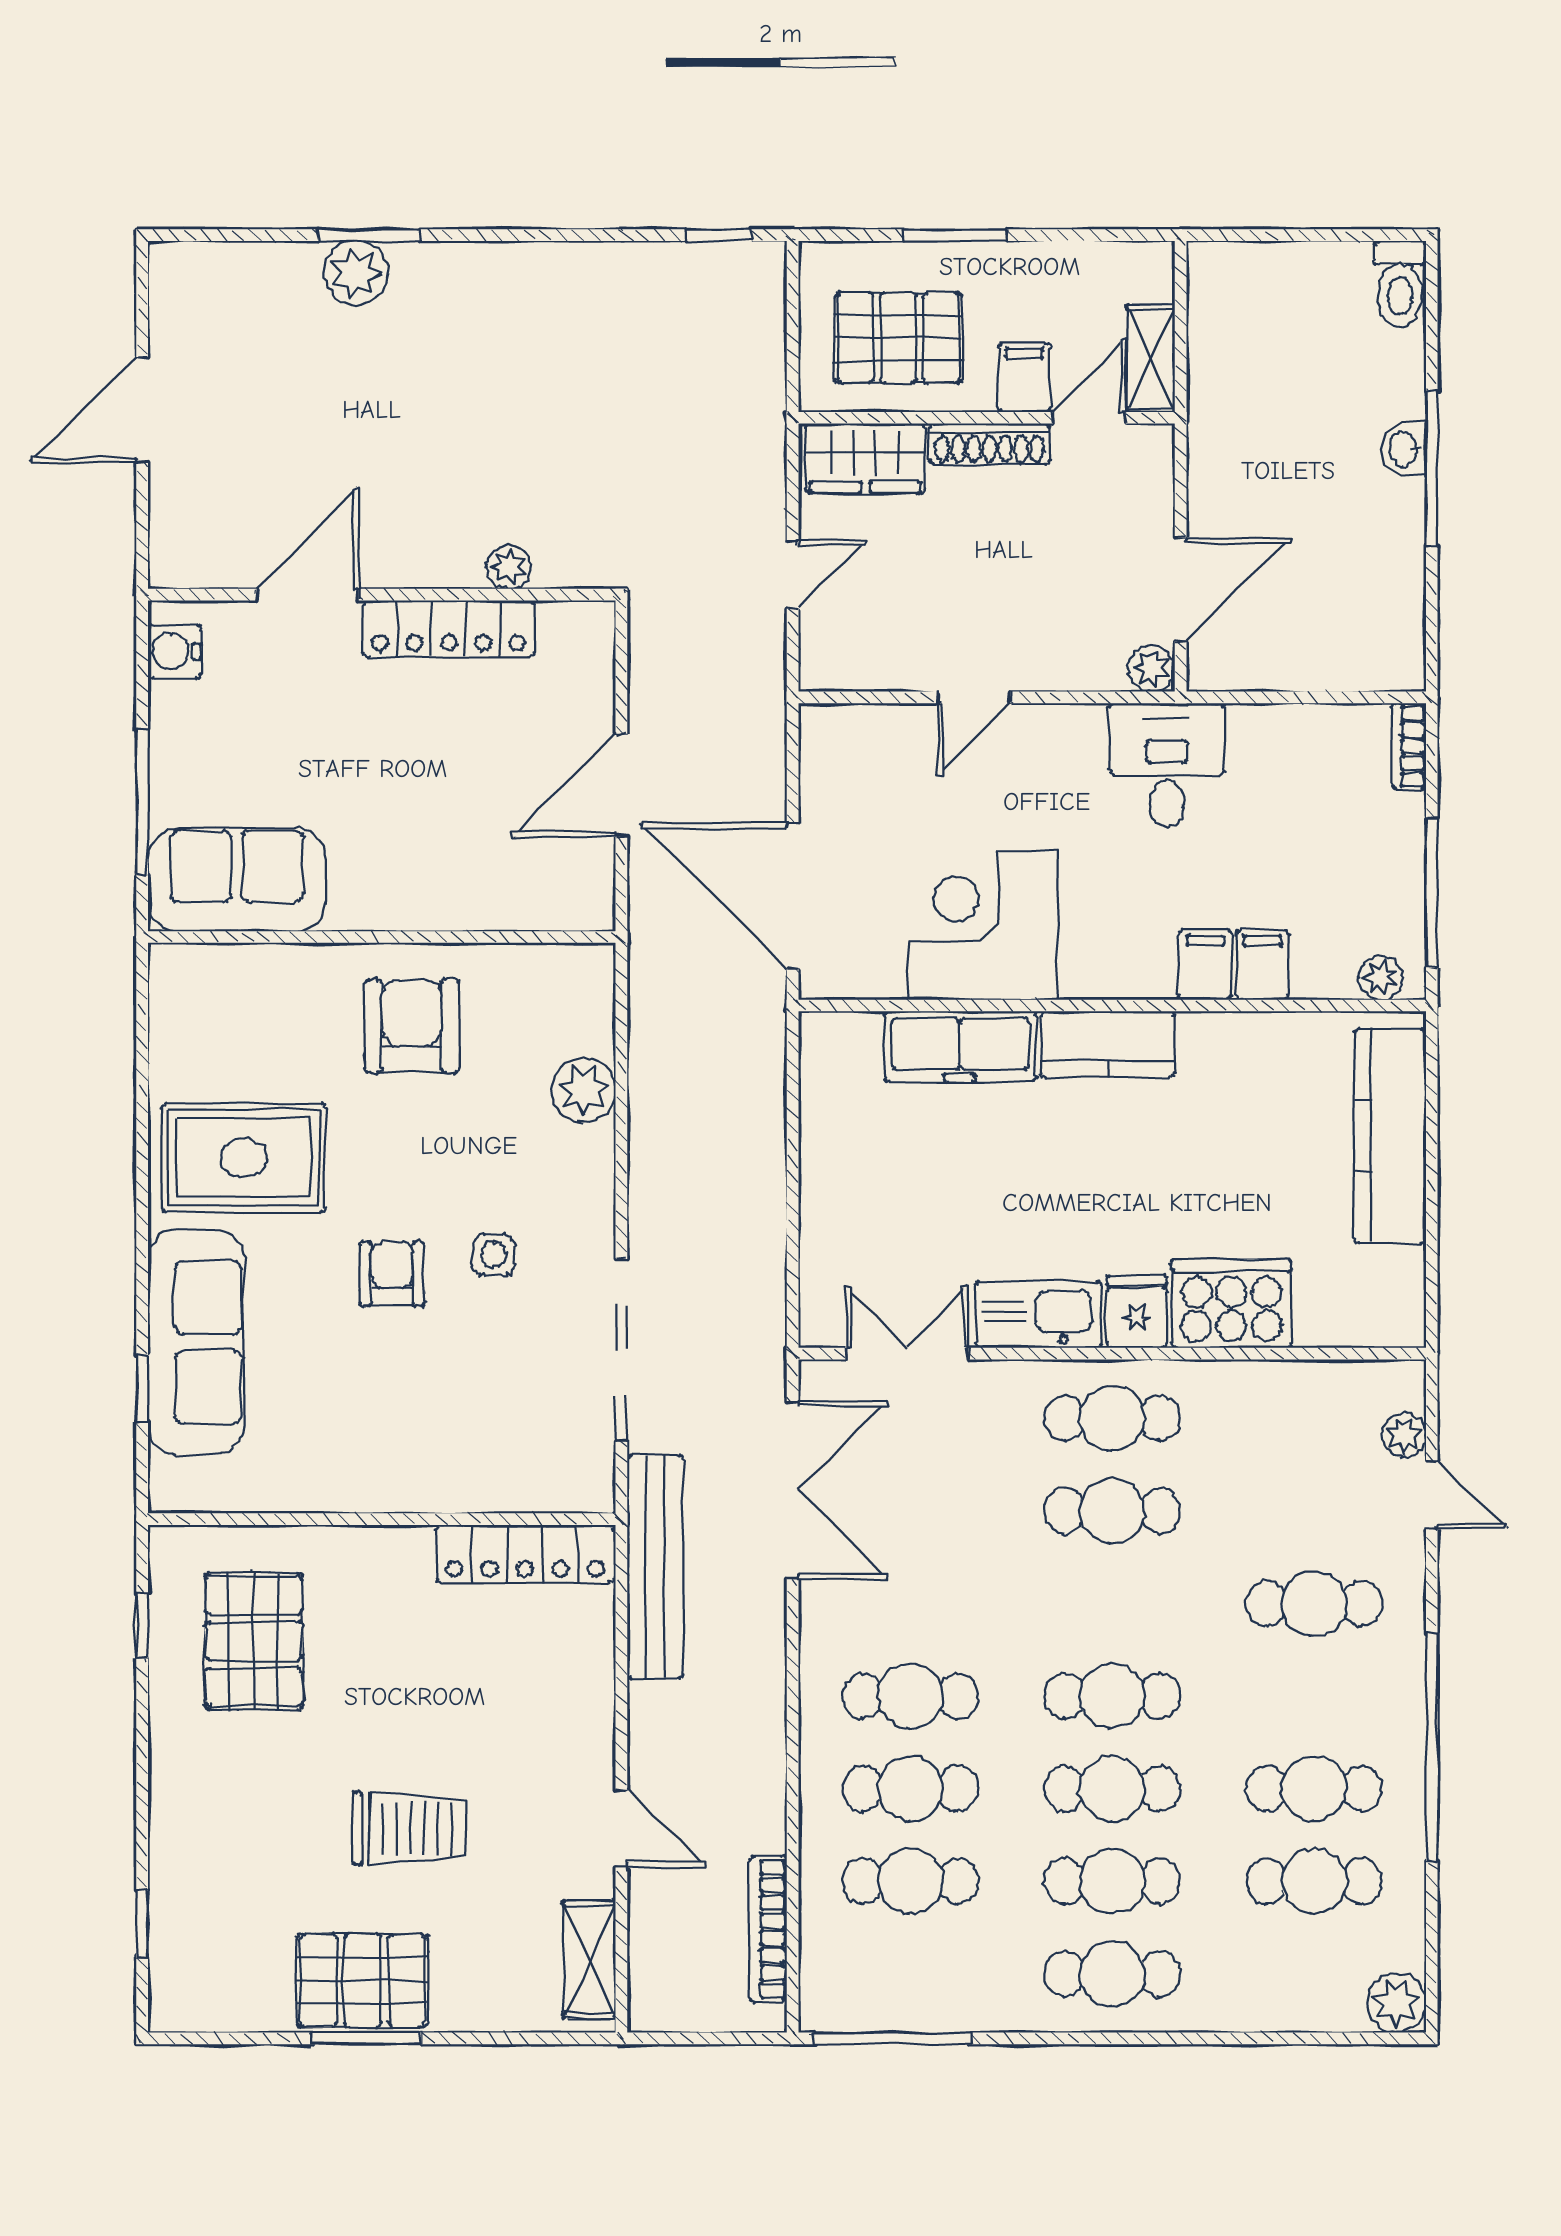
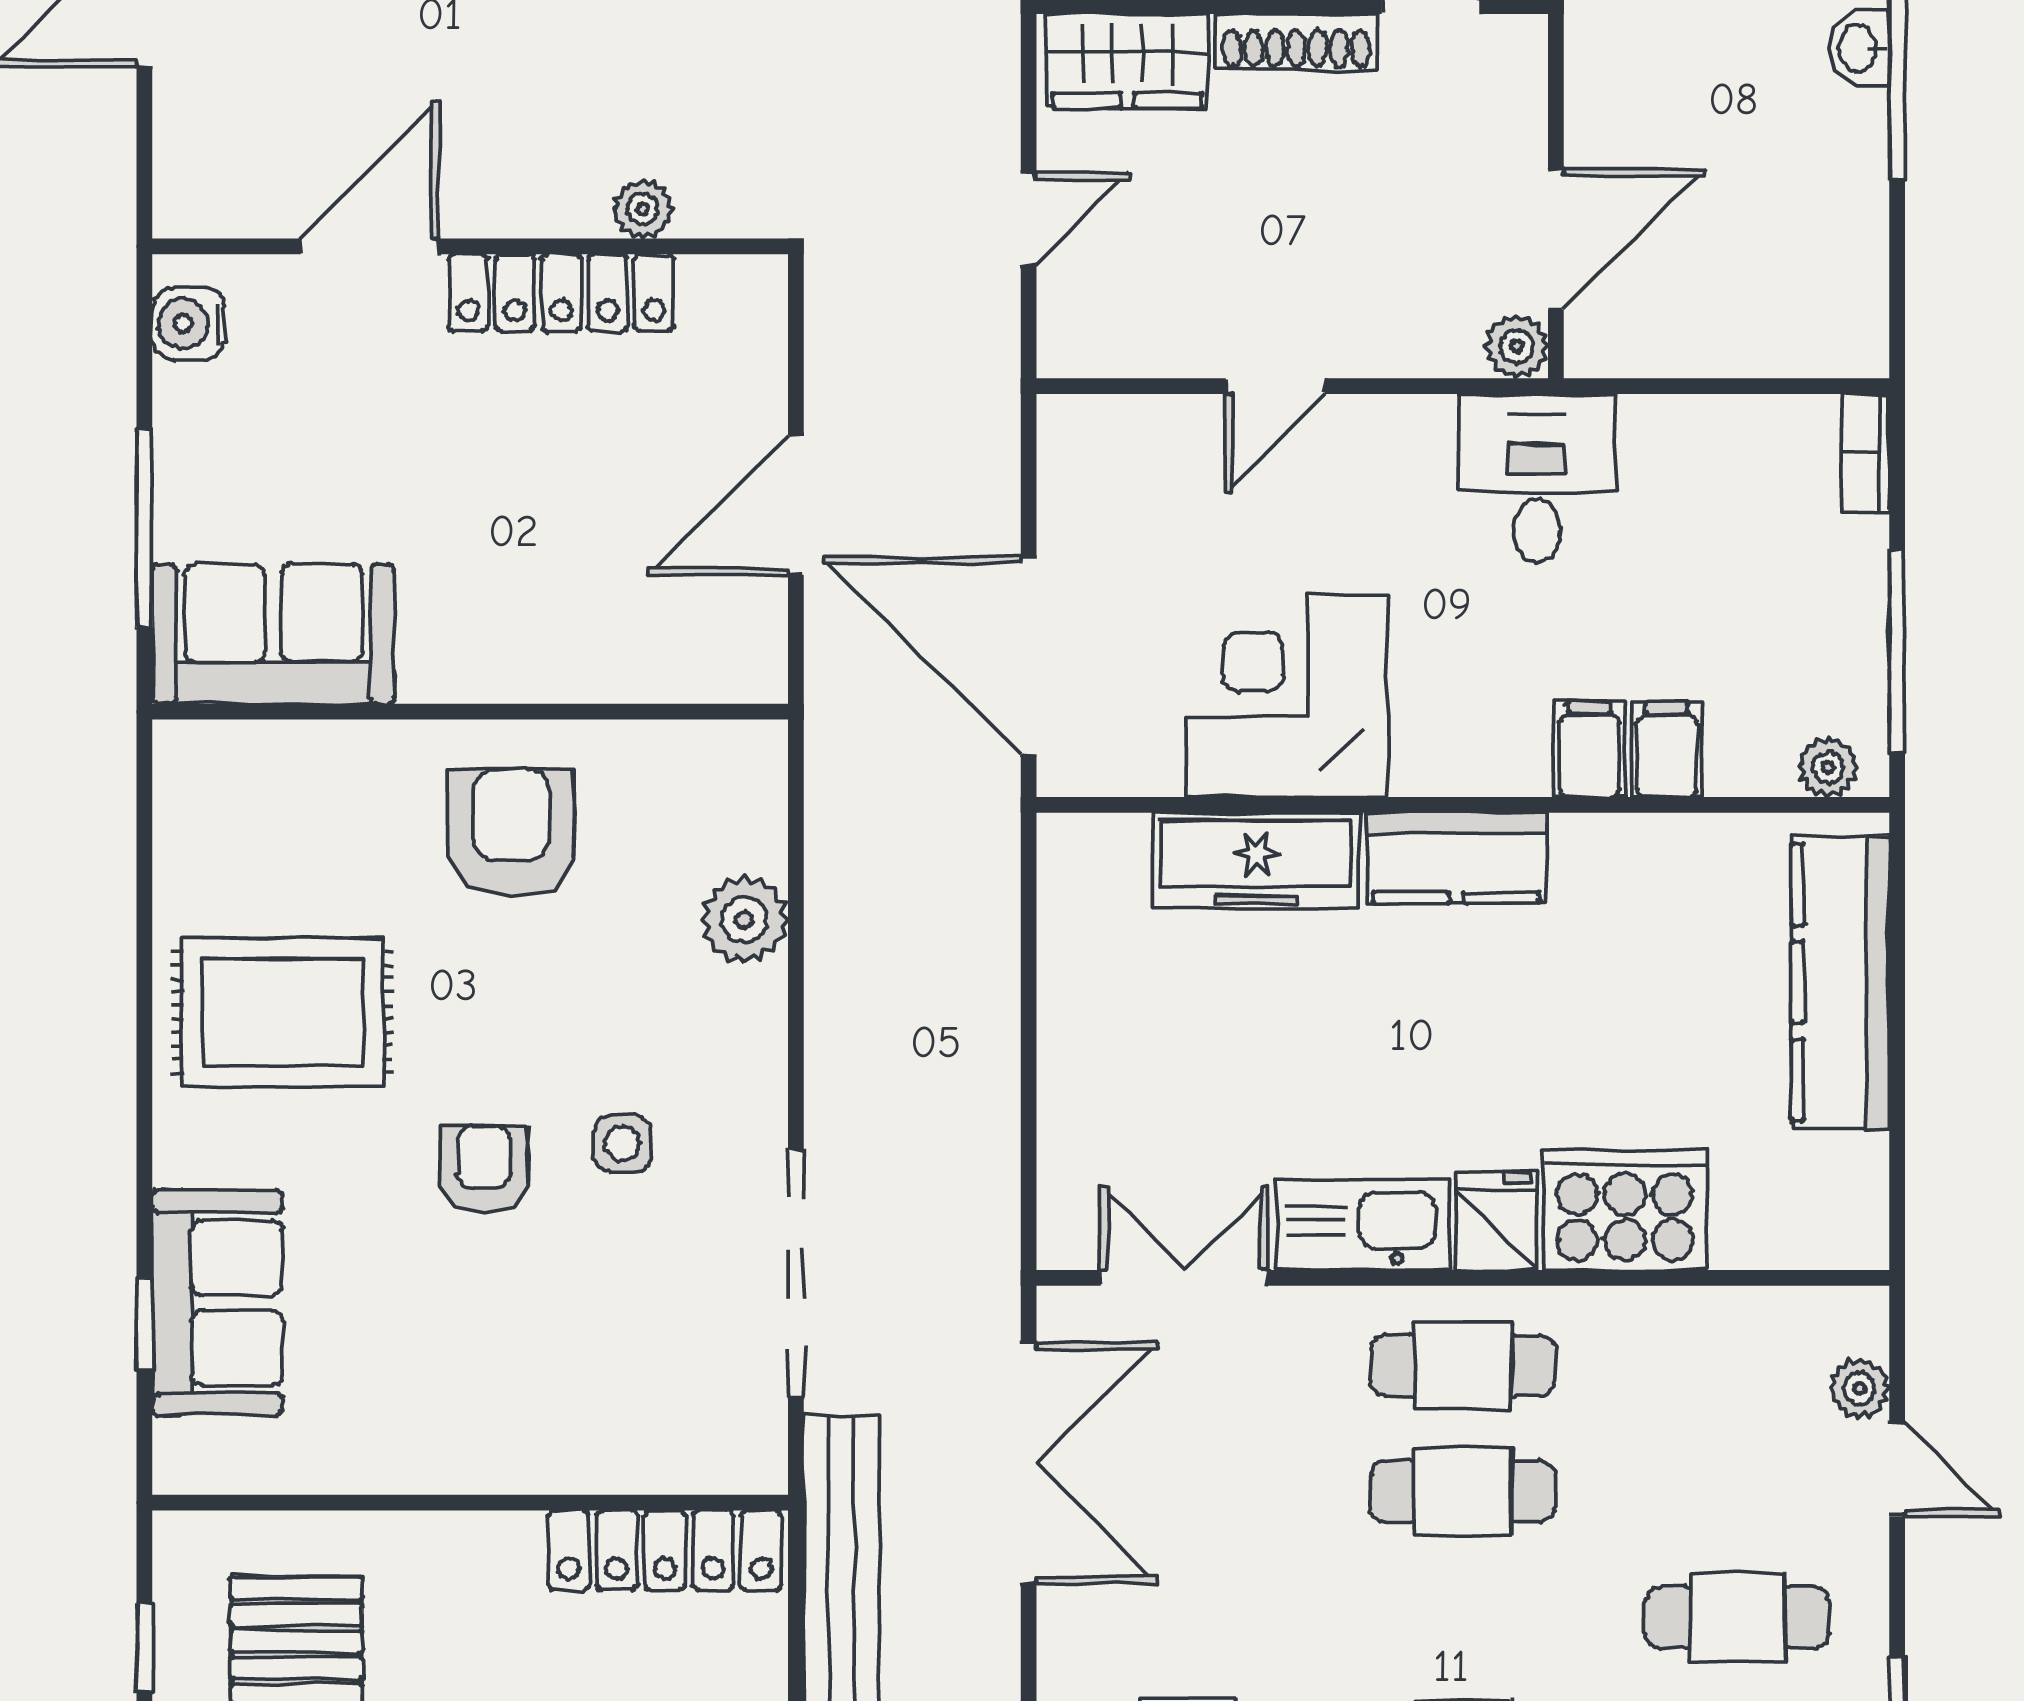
sofa: (196, 1342) -> (217, 1303), width x0.73

